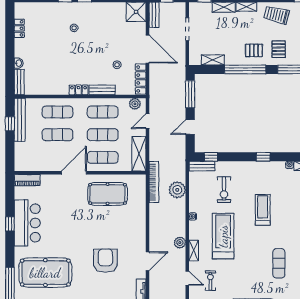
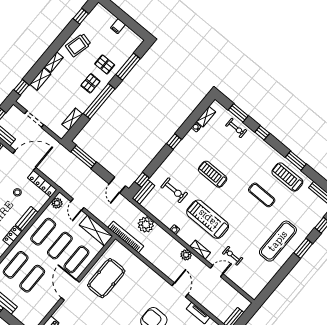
door: (190, 127) -> (117, 185), moved

